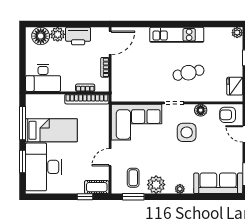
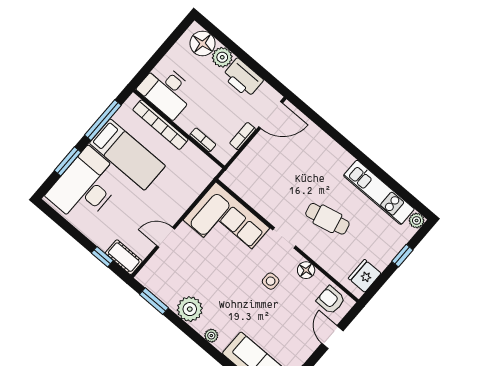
kitchen unit: (177, 35) -> (379, 192), moved
bookcase: (87, 99) -> (160, 125), moved
side table: (187, 132) -> (271, 281), width x0.54, depth x0.54
coffee table: (133, 178) -> (172, 281), removed

